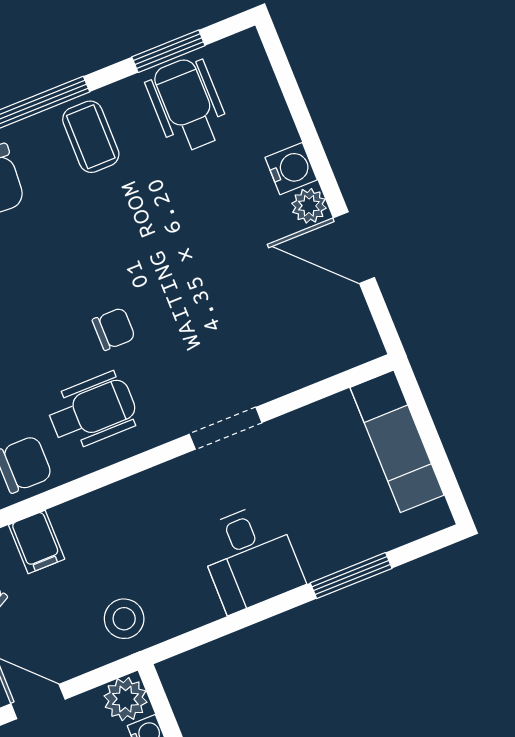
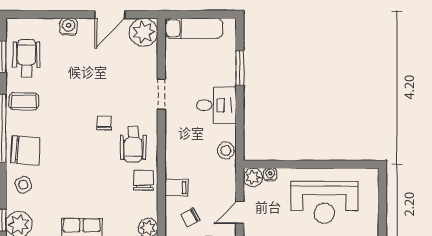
wheelchair: (187, 105) -> (27, 58), turned 90
plant: (309, 206) -> (144, 32), moved, width x1.87, depth x1.87
wheelchair: (92, 411) -> (133, 144), turned 180
stool: (124, 619) -> (226, 150), moved

